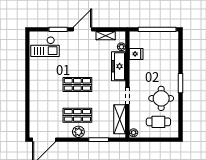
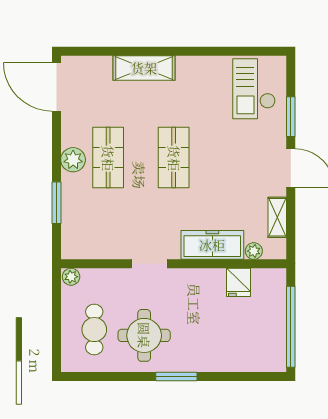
shelving: (120, 119) -> (144, 68), moved

